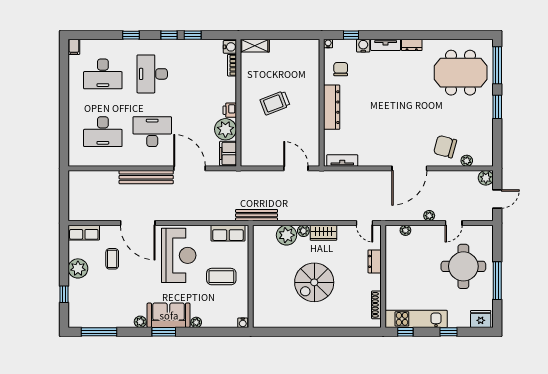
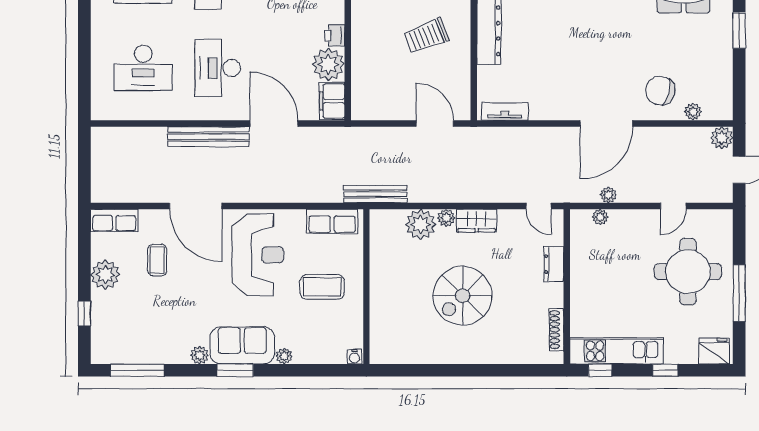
trolley: (275, 103) -> (426, 36), moved
desk: (152, 132) -> (218, 68), turned -90
plant: (429, 216) -> (608, 195), moved

